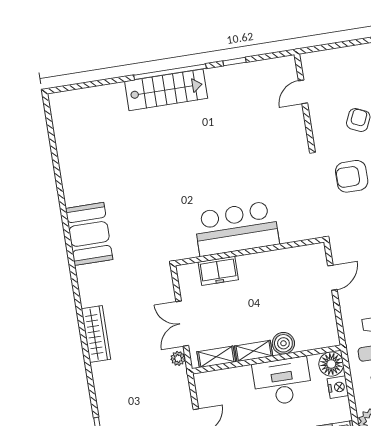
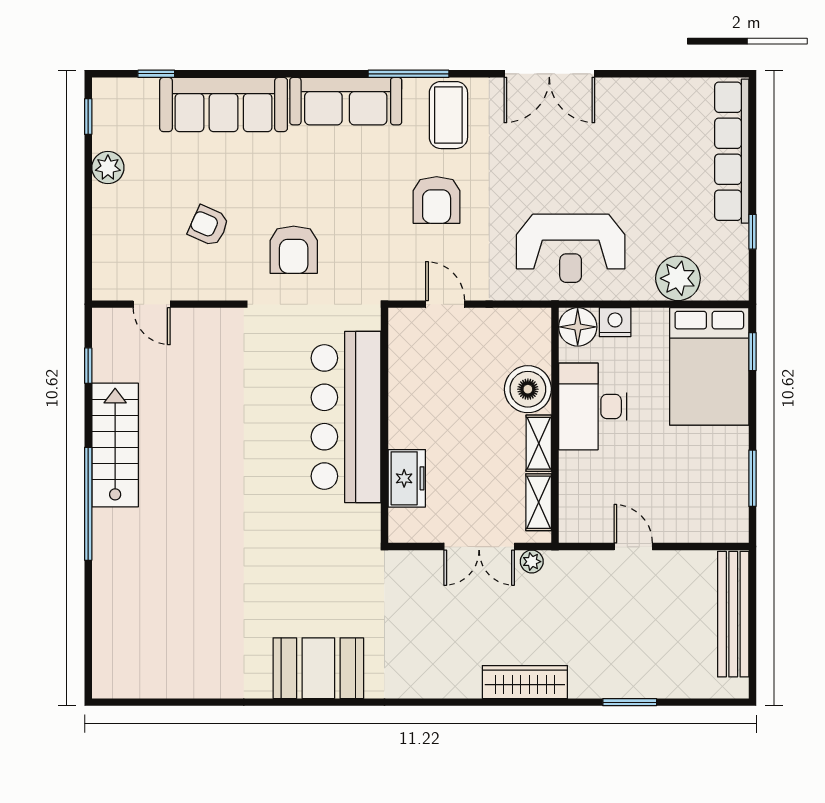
window: (234, 62) -> (88, 366), moved
stairs: (166, 90) -> (115, 445), moved
bar counter: (236, 229) -> (346, 417), width x1.36
wardrobe: (96, 334) -> (525, 682), moved
boiler: (283, 343) -> (528, 389), width x1.37, depth x1.37

